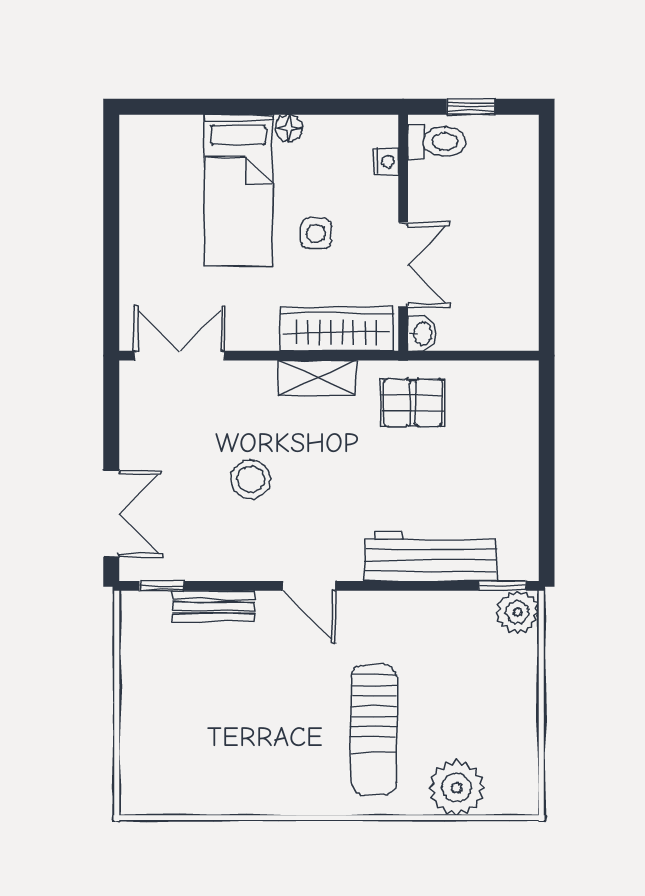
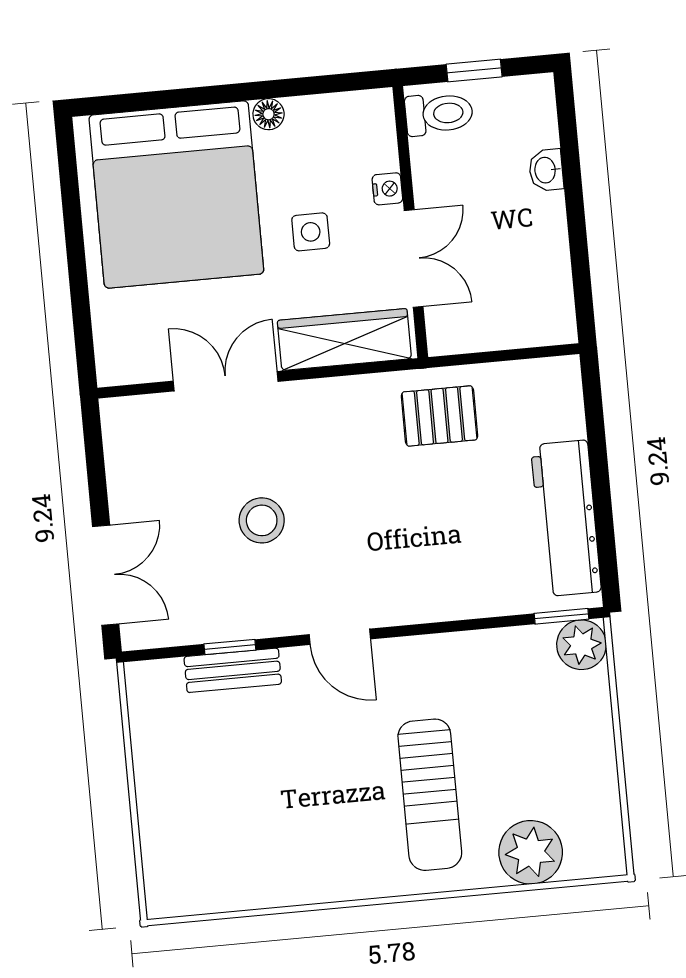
nightstand: (386, 161) -> (387, 189), moved
bed: (238, 190) -> (176, 194), width x2.04
washbasin: (422, 333) -> (546, 170), moved, turned 180
double door: (179, 356) -> (226, 381), moved
shelving: (317, 378) -> (327, 397), removed
workbench: (431, 556) -> (566, 518), moved, turned -90
window: (162, 586) -> (230, 647), moved

